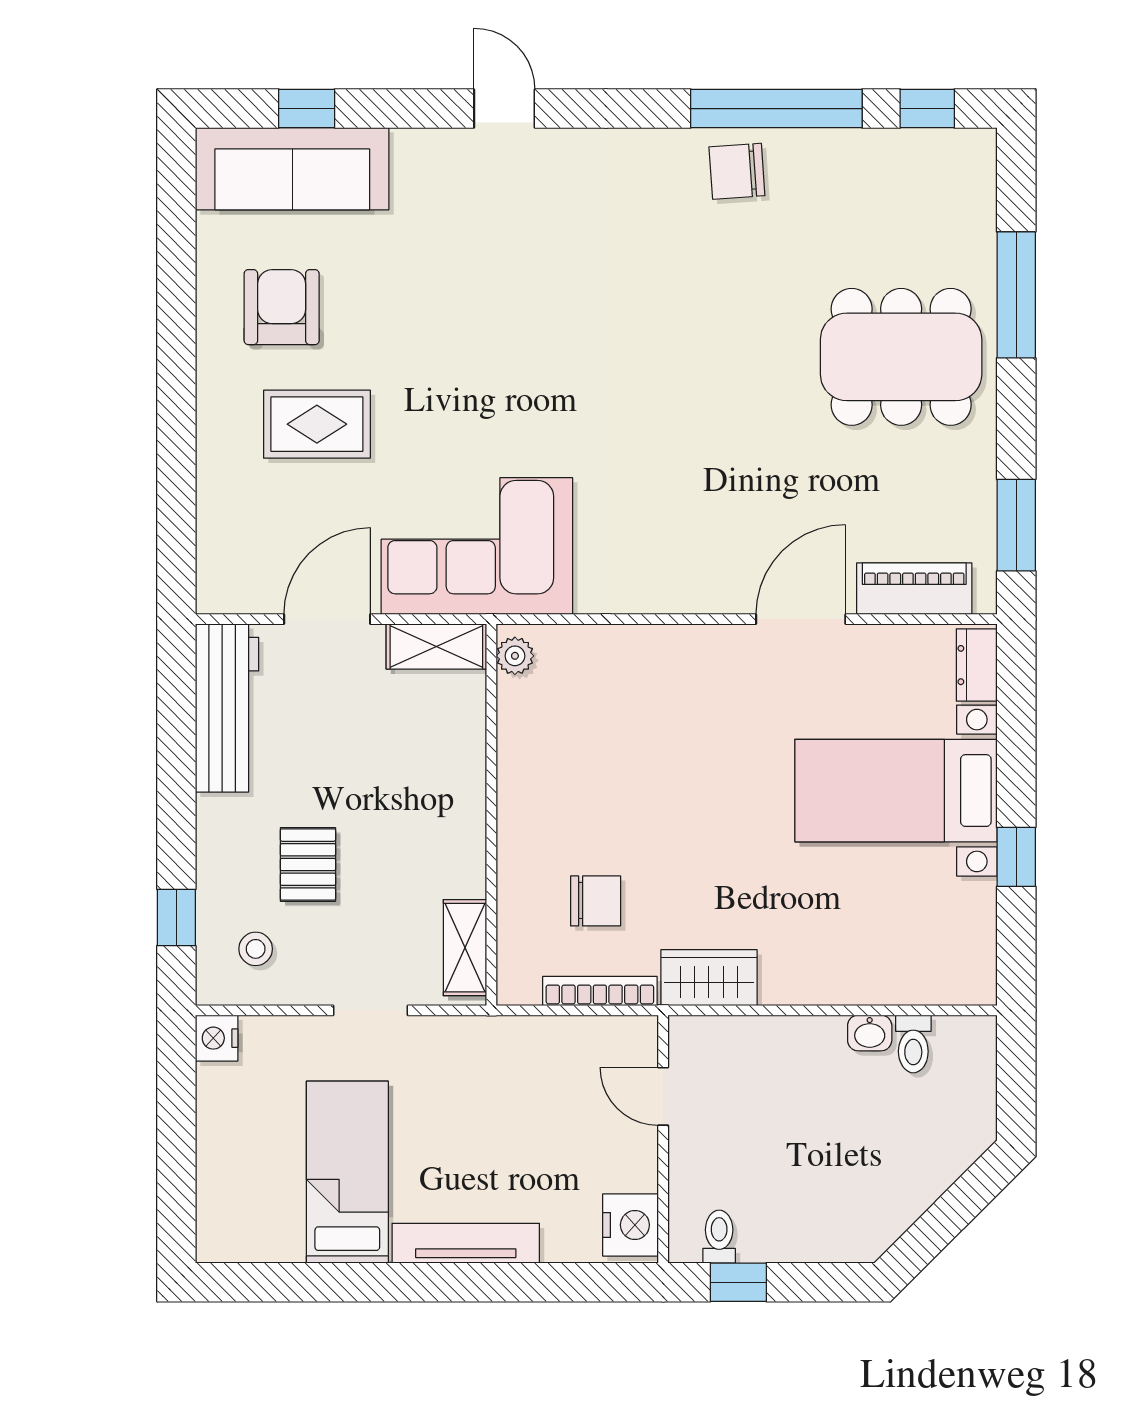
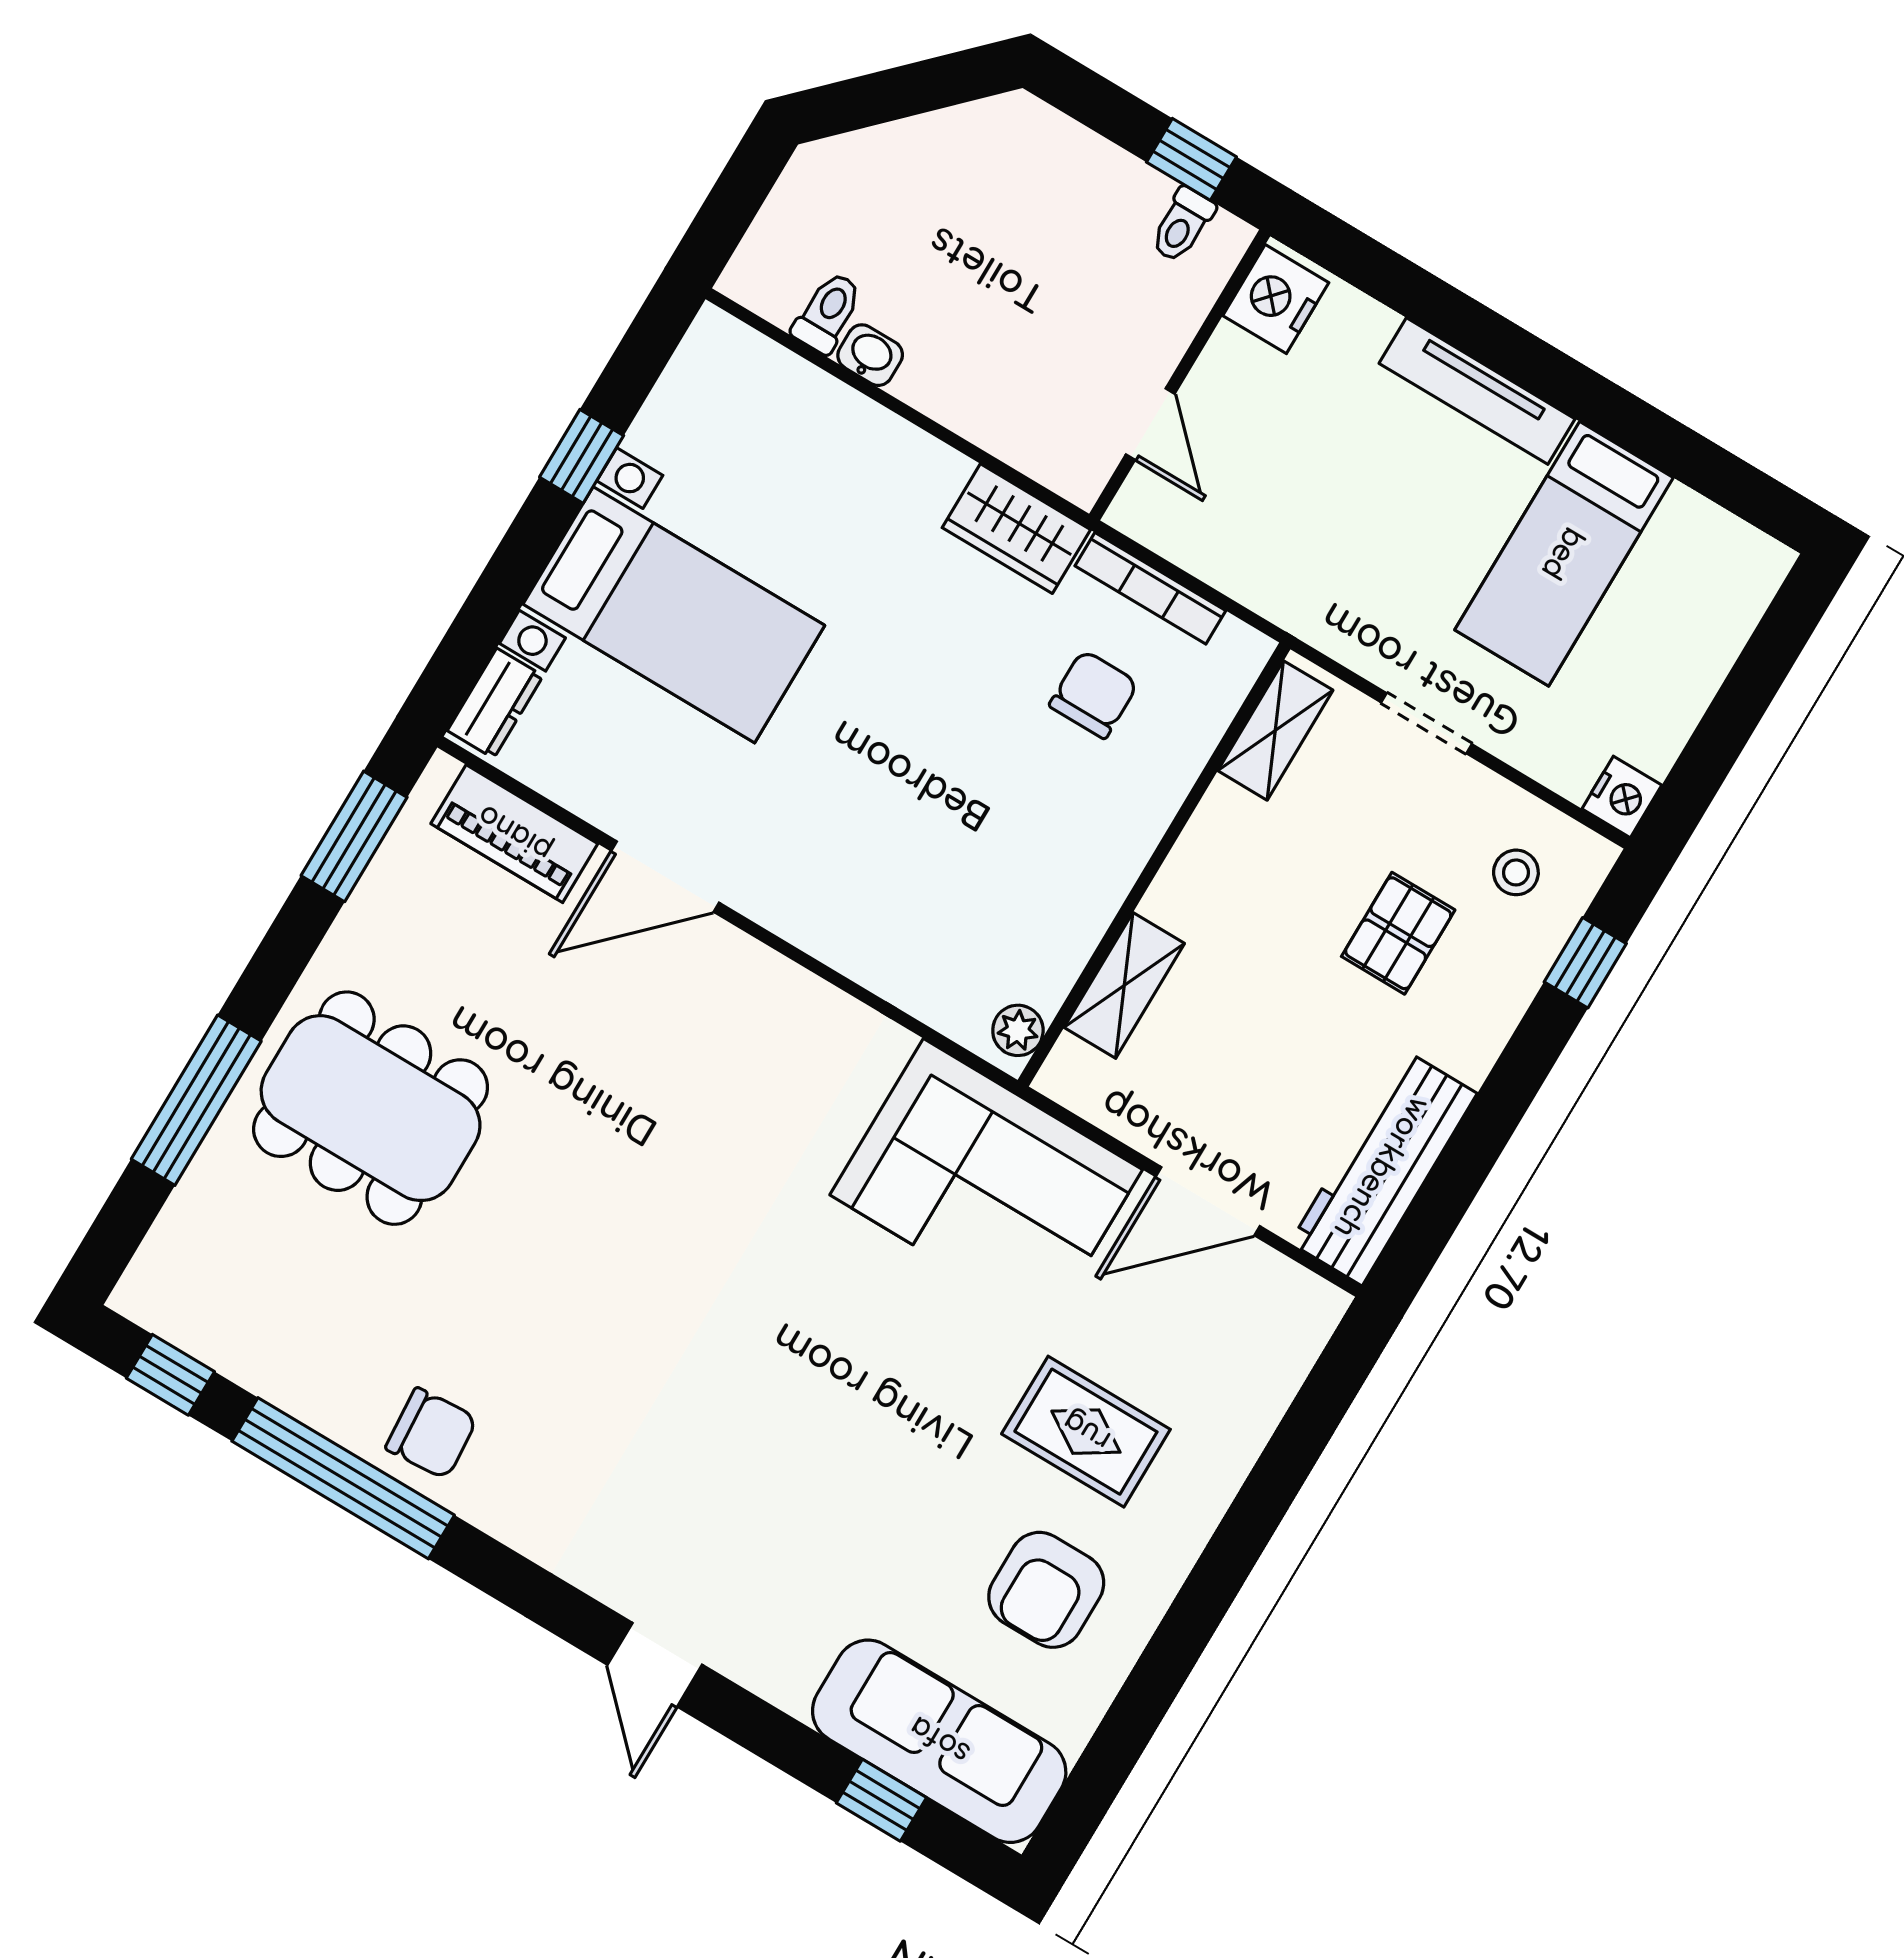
shelving: (436, 646) -> (1124, 985), moved, turned 90
chair: (596, 901) -> (1094, 694), turned 90

